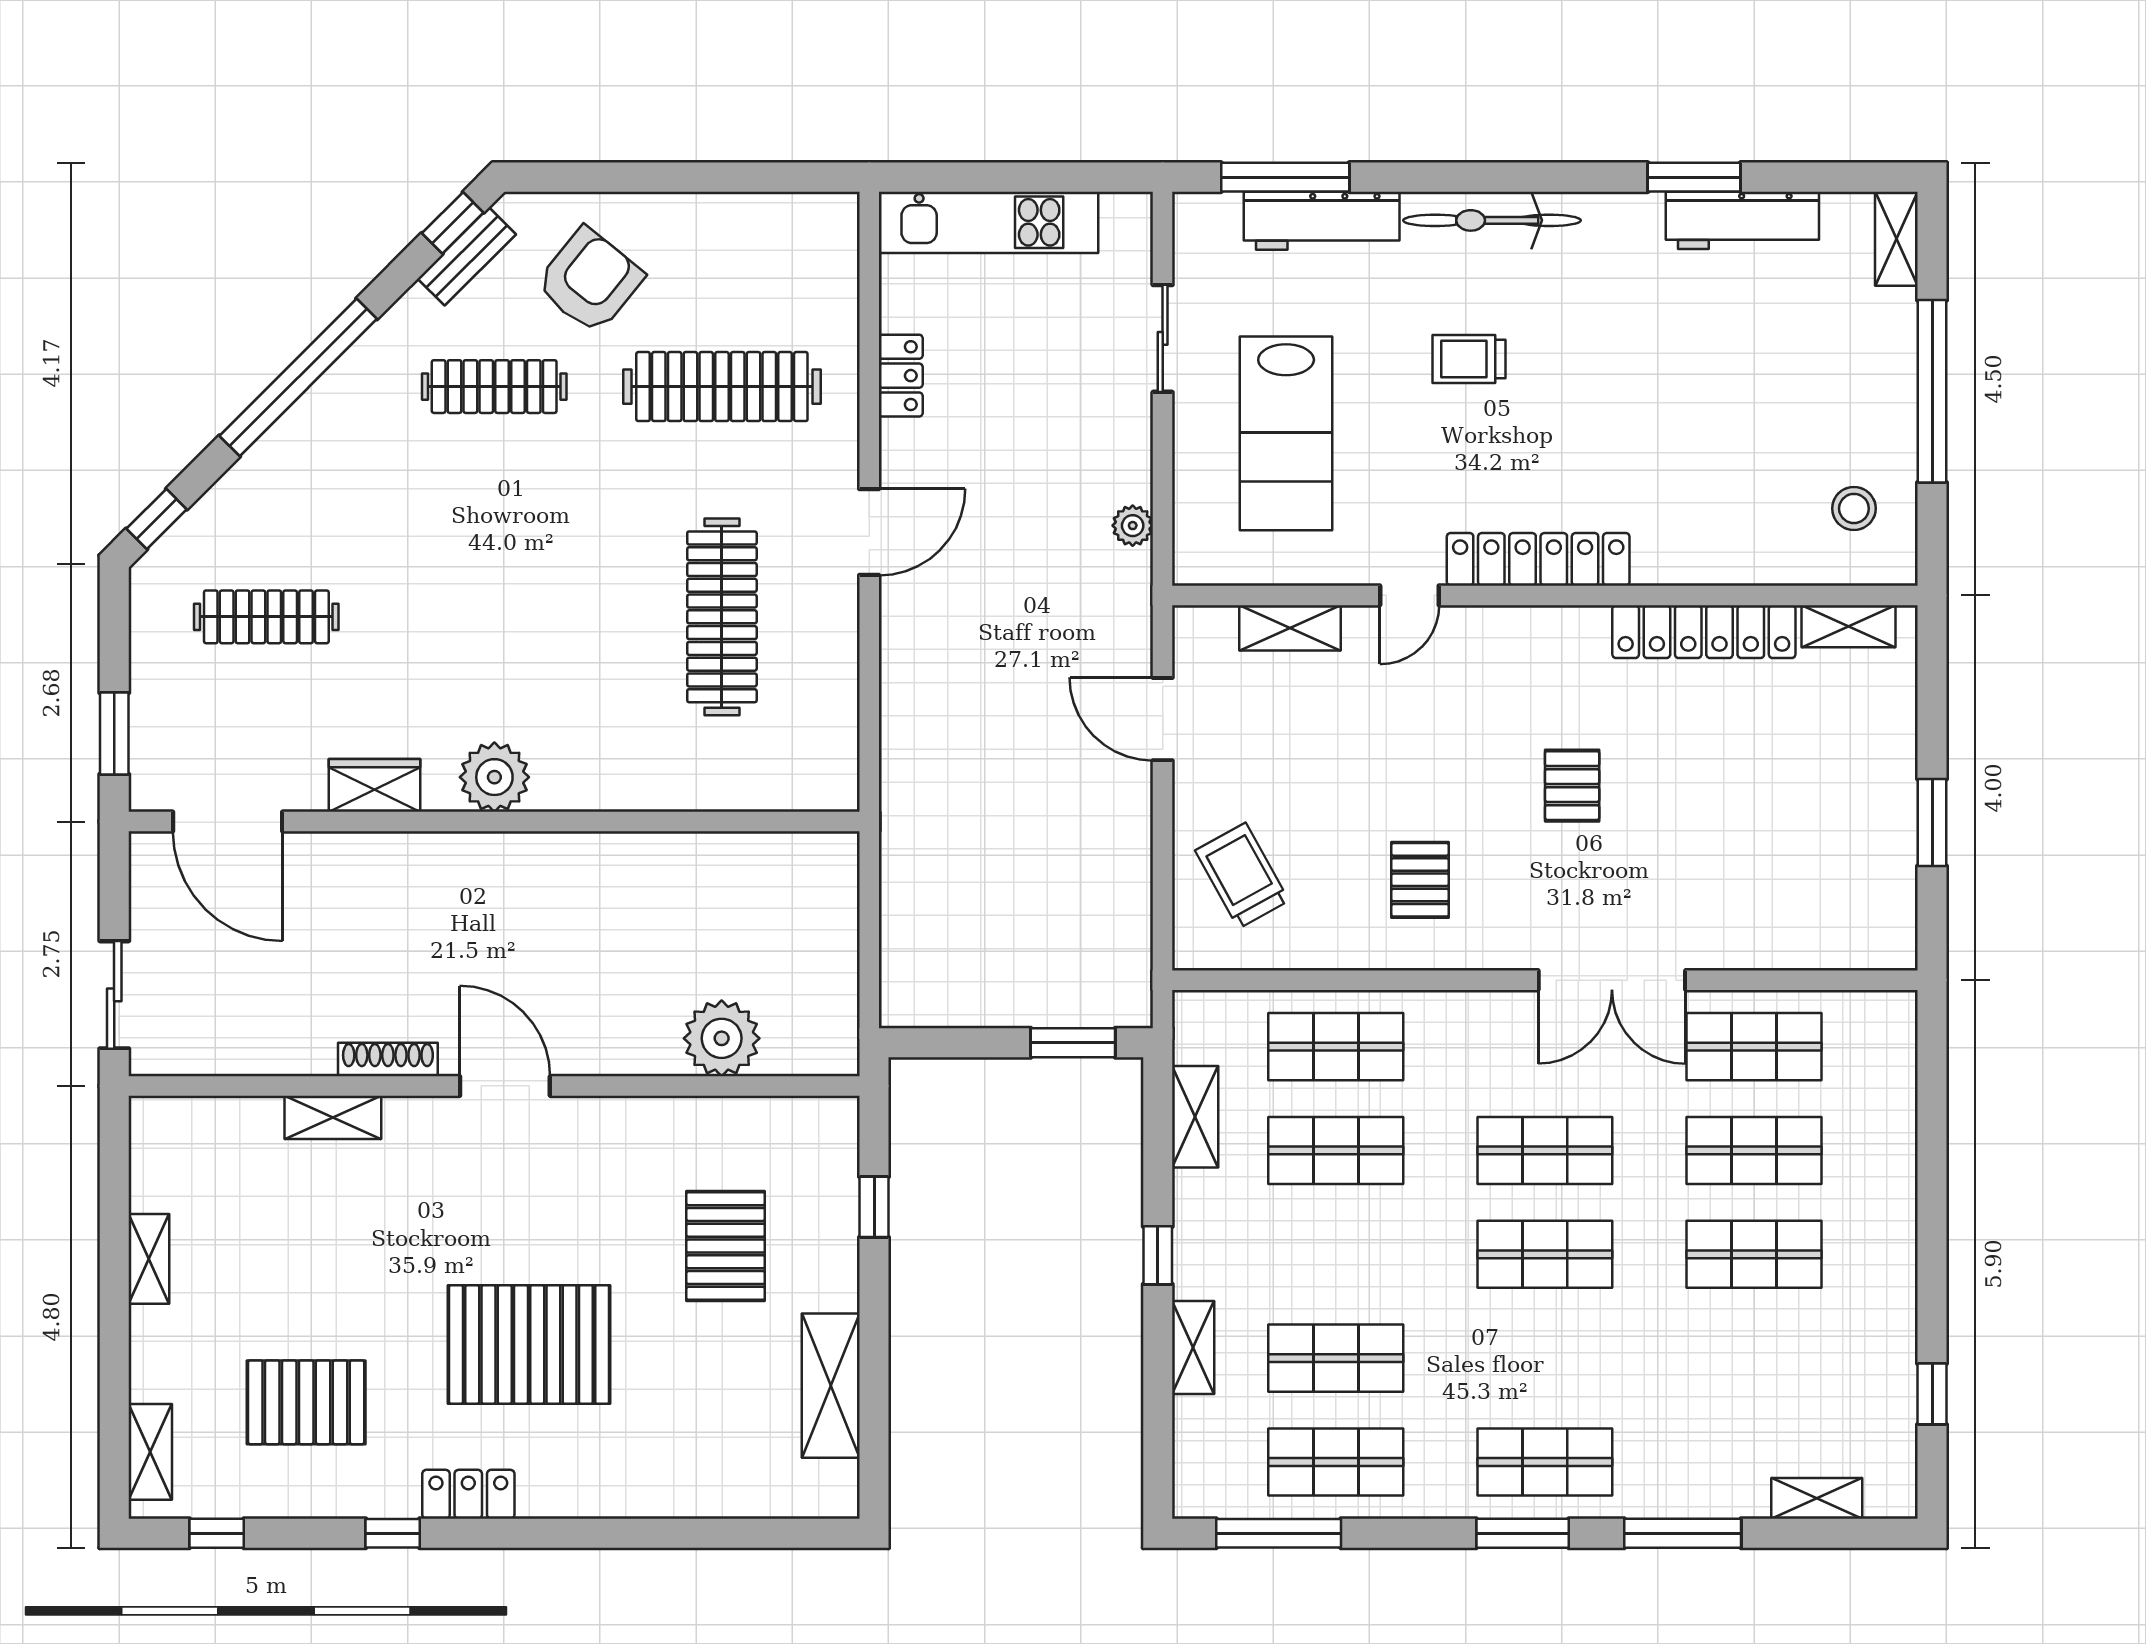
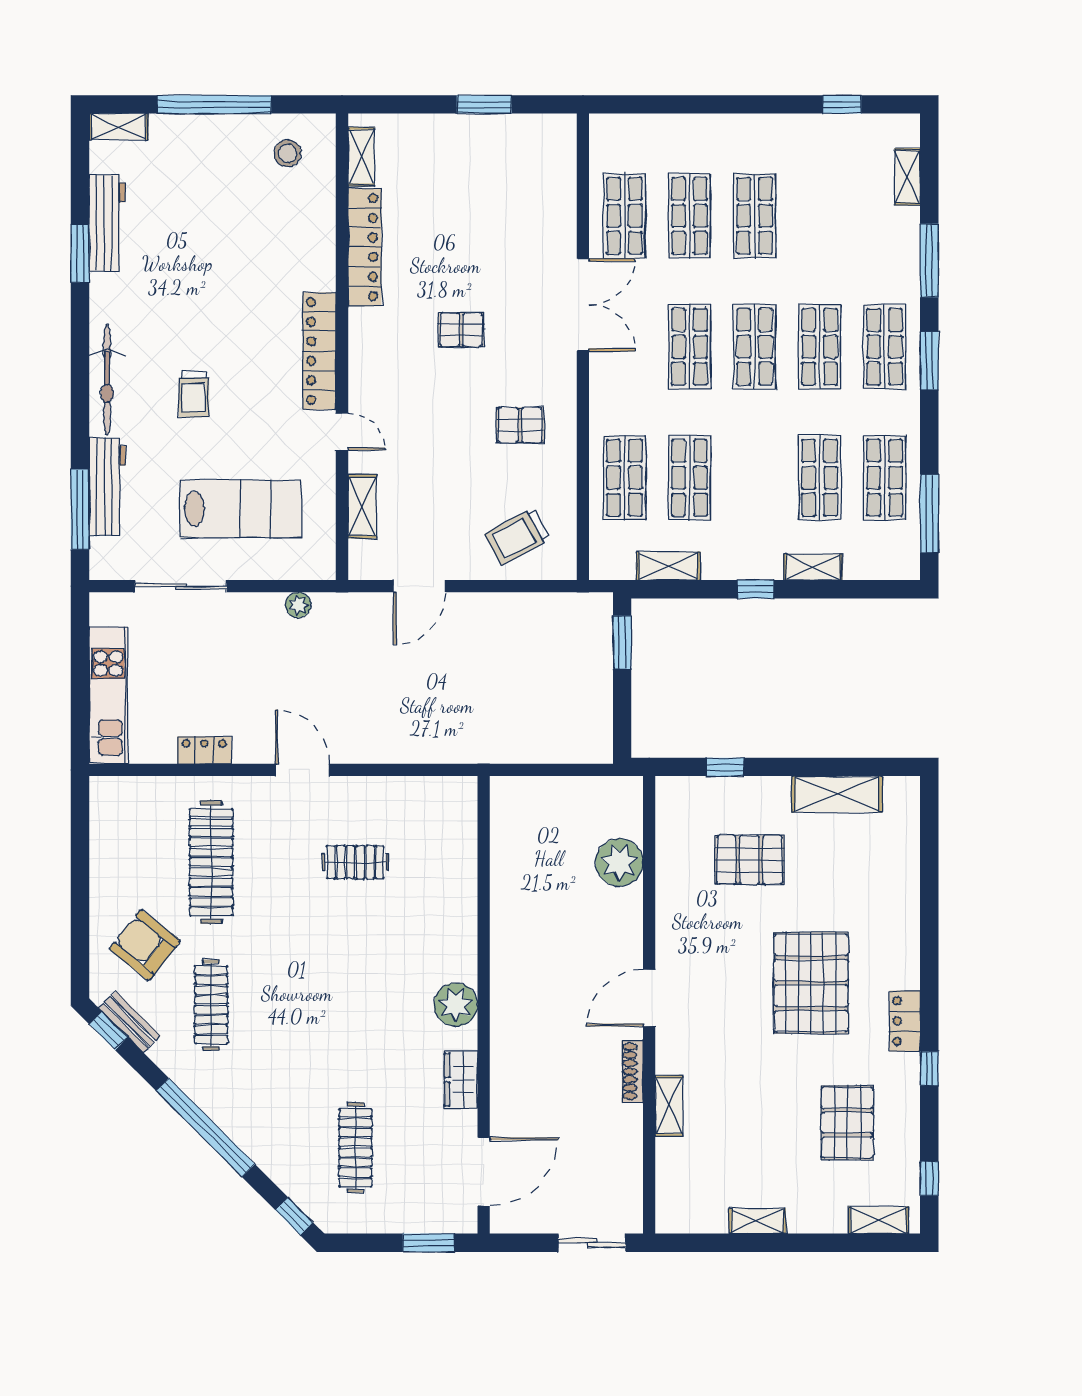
sliding door: (1163, 338) -> (181, 586), width x1.37
clothes rail: (722, 617) -> (355, 862), width x0.54, depth x0.76
shop shelf: (1545, 1358) -> (820, 347), added

